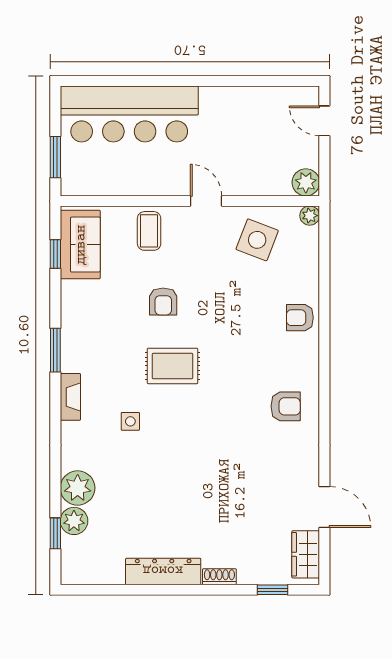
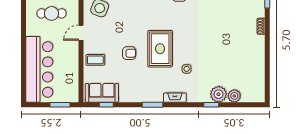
cafe table: (246, 139) -> (51, 13), added
rug: (172, 366) -> (160, 49), width x1.36, depth x1.43
window: (55, 533) -> (211, 105), moved
dresser: (163, 571) -> (259, 53), removed

